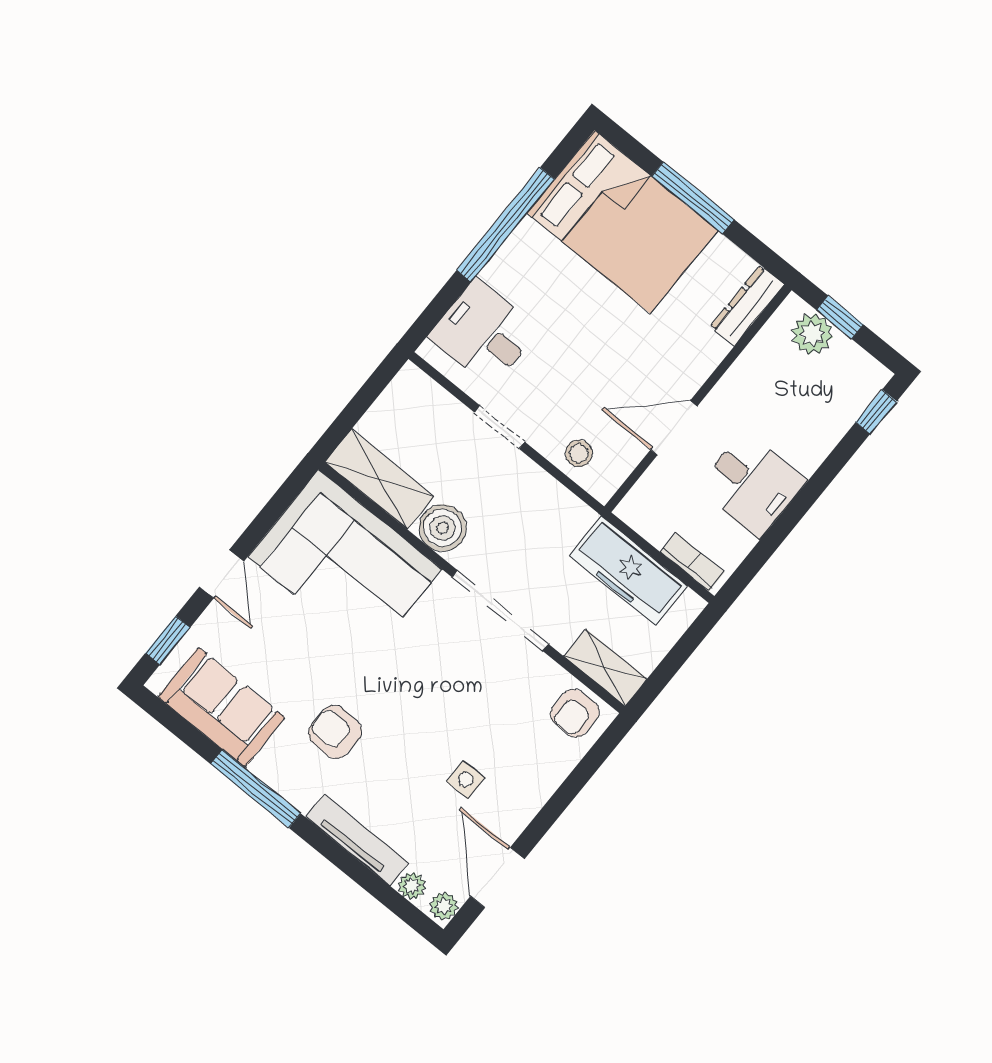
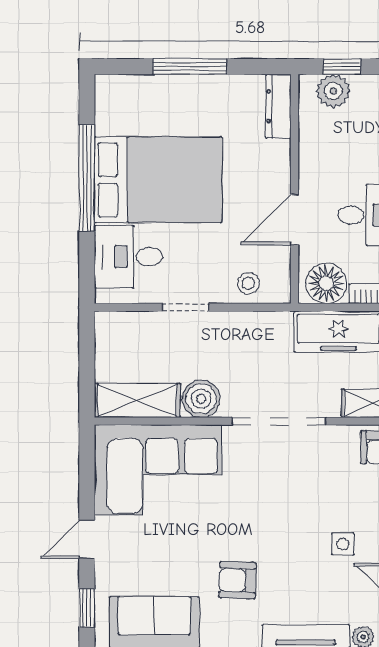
bed: (622, 222) -> (158, 180), moved
floor lamp: (654, 515) -> (326, 283), added
door: (222, 574) -> (87, 539), swing flipped

